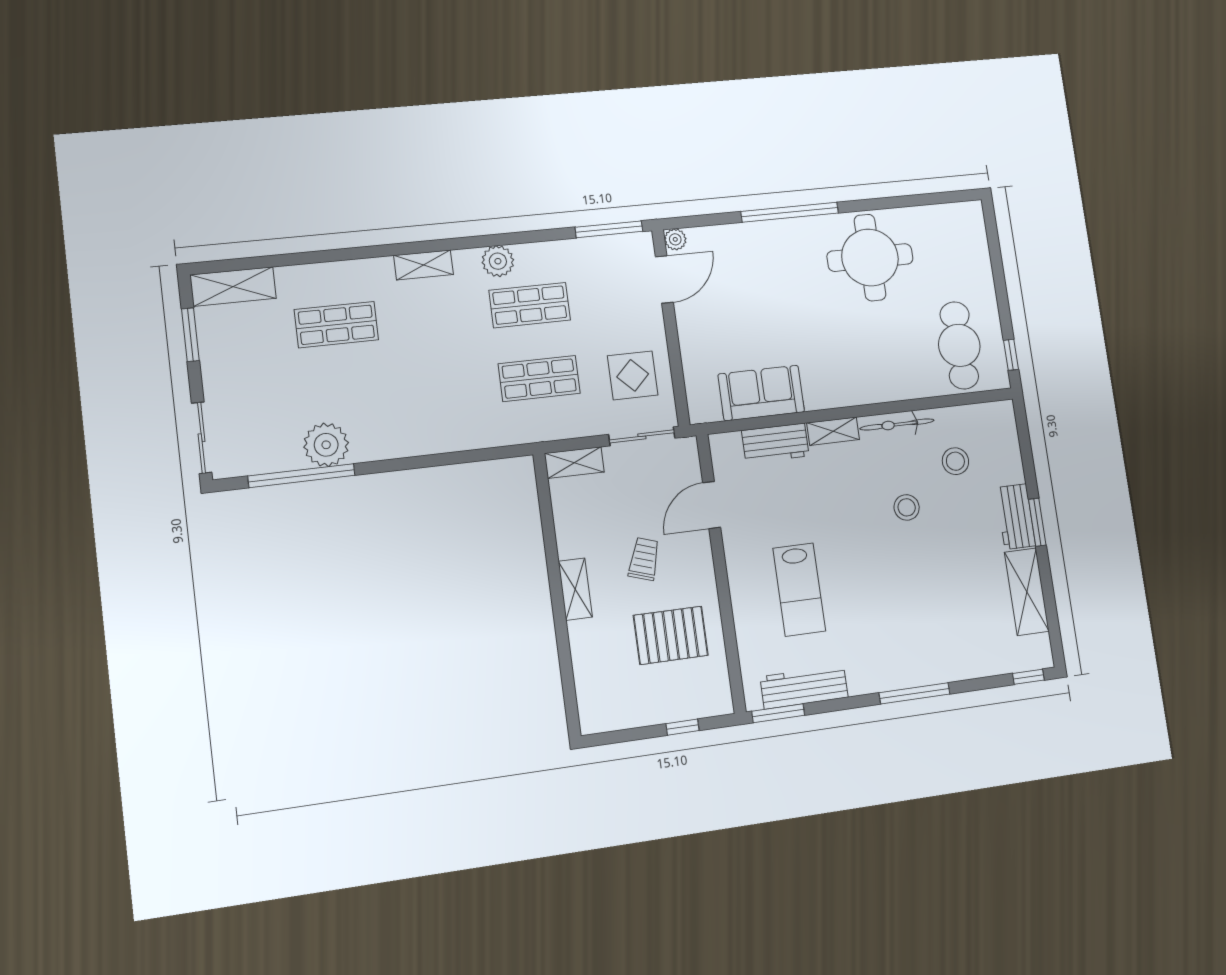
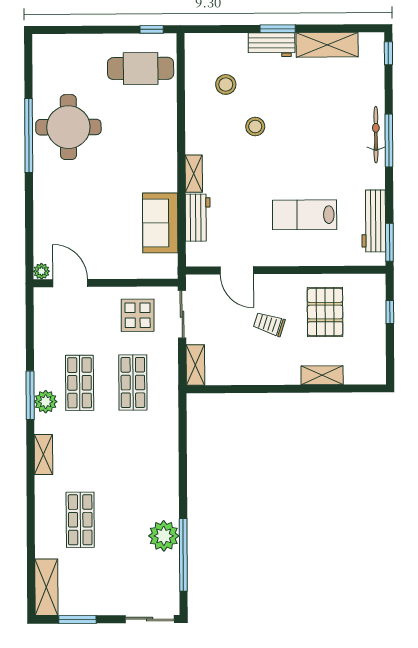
window: (790, 212) -> (29, 136), moved
window: (609, 229) -> (30, 395), moved
bicycle: (897, 424) -> (376, 135), moved, turned 180
shelving: (575, 589) -> (322, 375), moved
lab bench: (799, 590) -> (305, 215), turned 180

